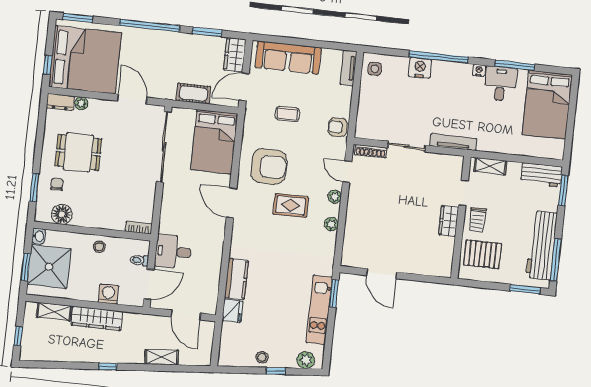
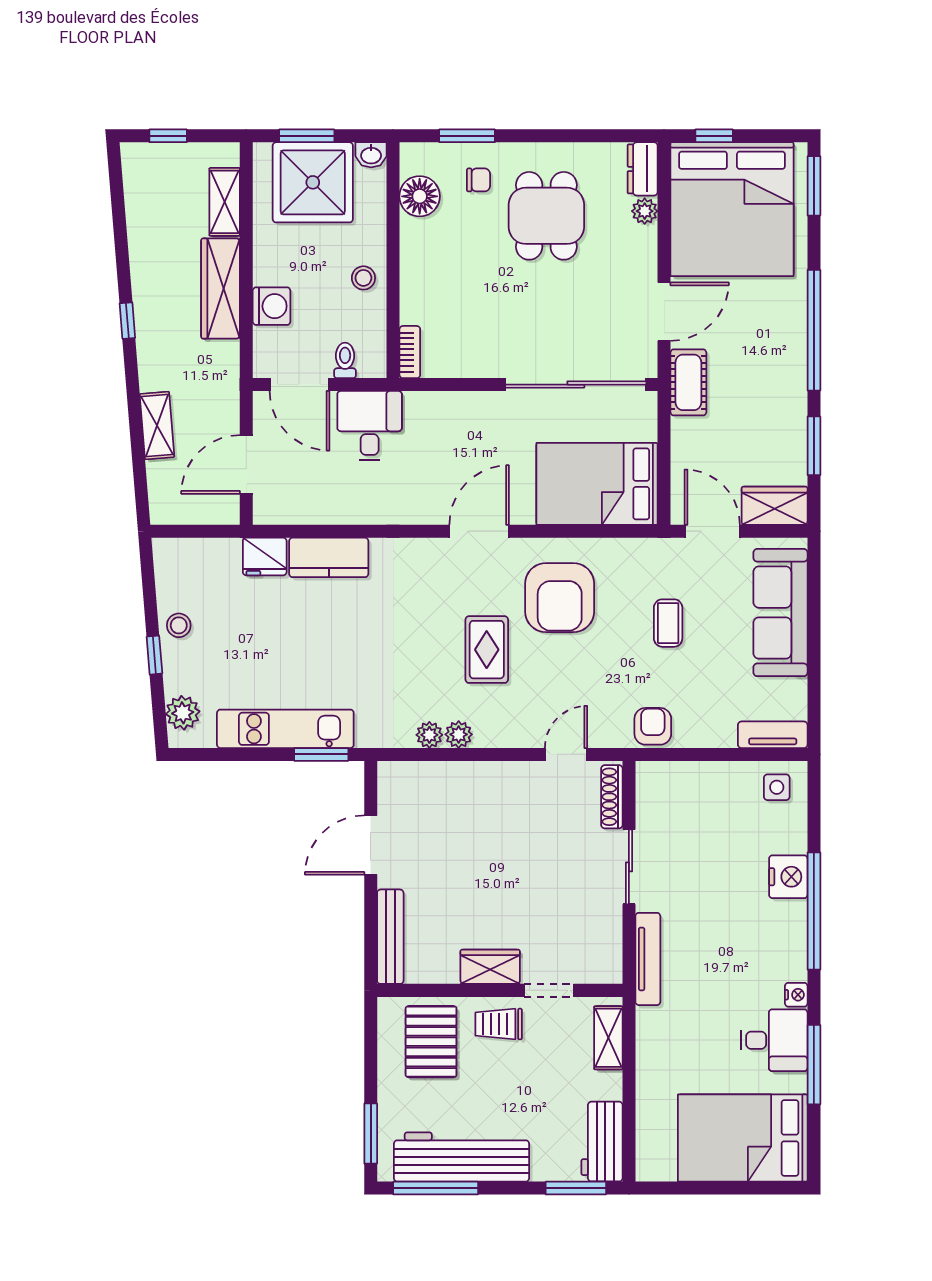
cot: (193, 93) -> (688, 382), moved
plant: (335, 197) -> (429, 735), moved
bench: (428, 269) -> (390, 937), added

